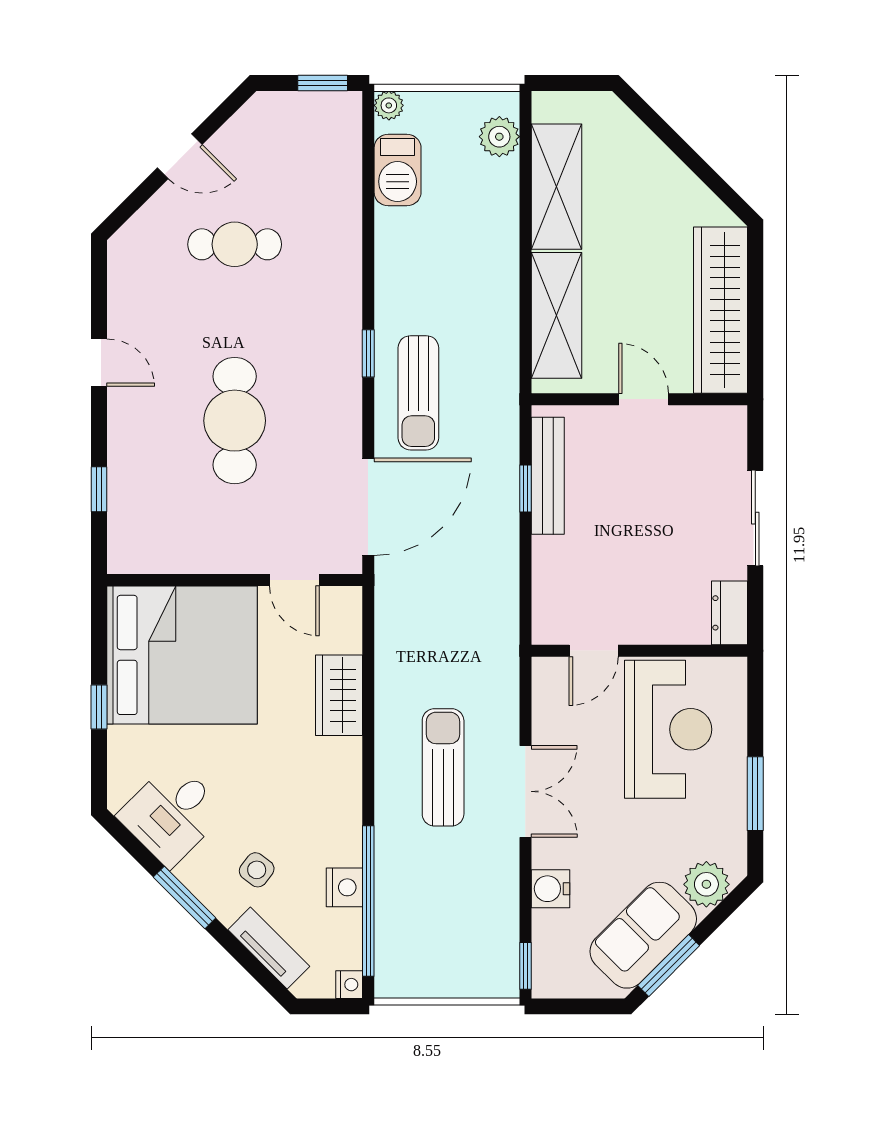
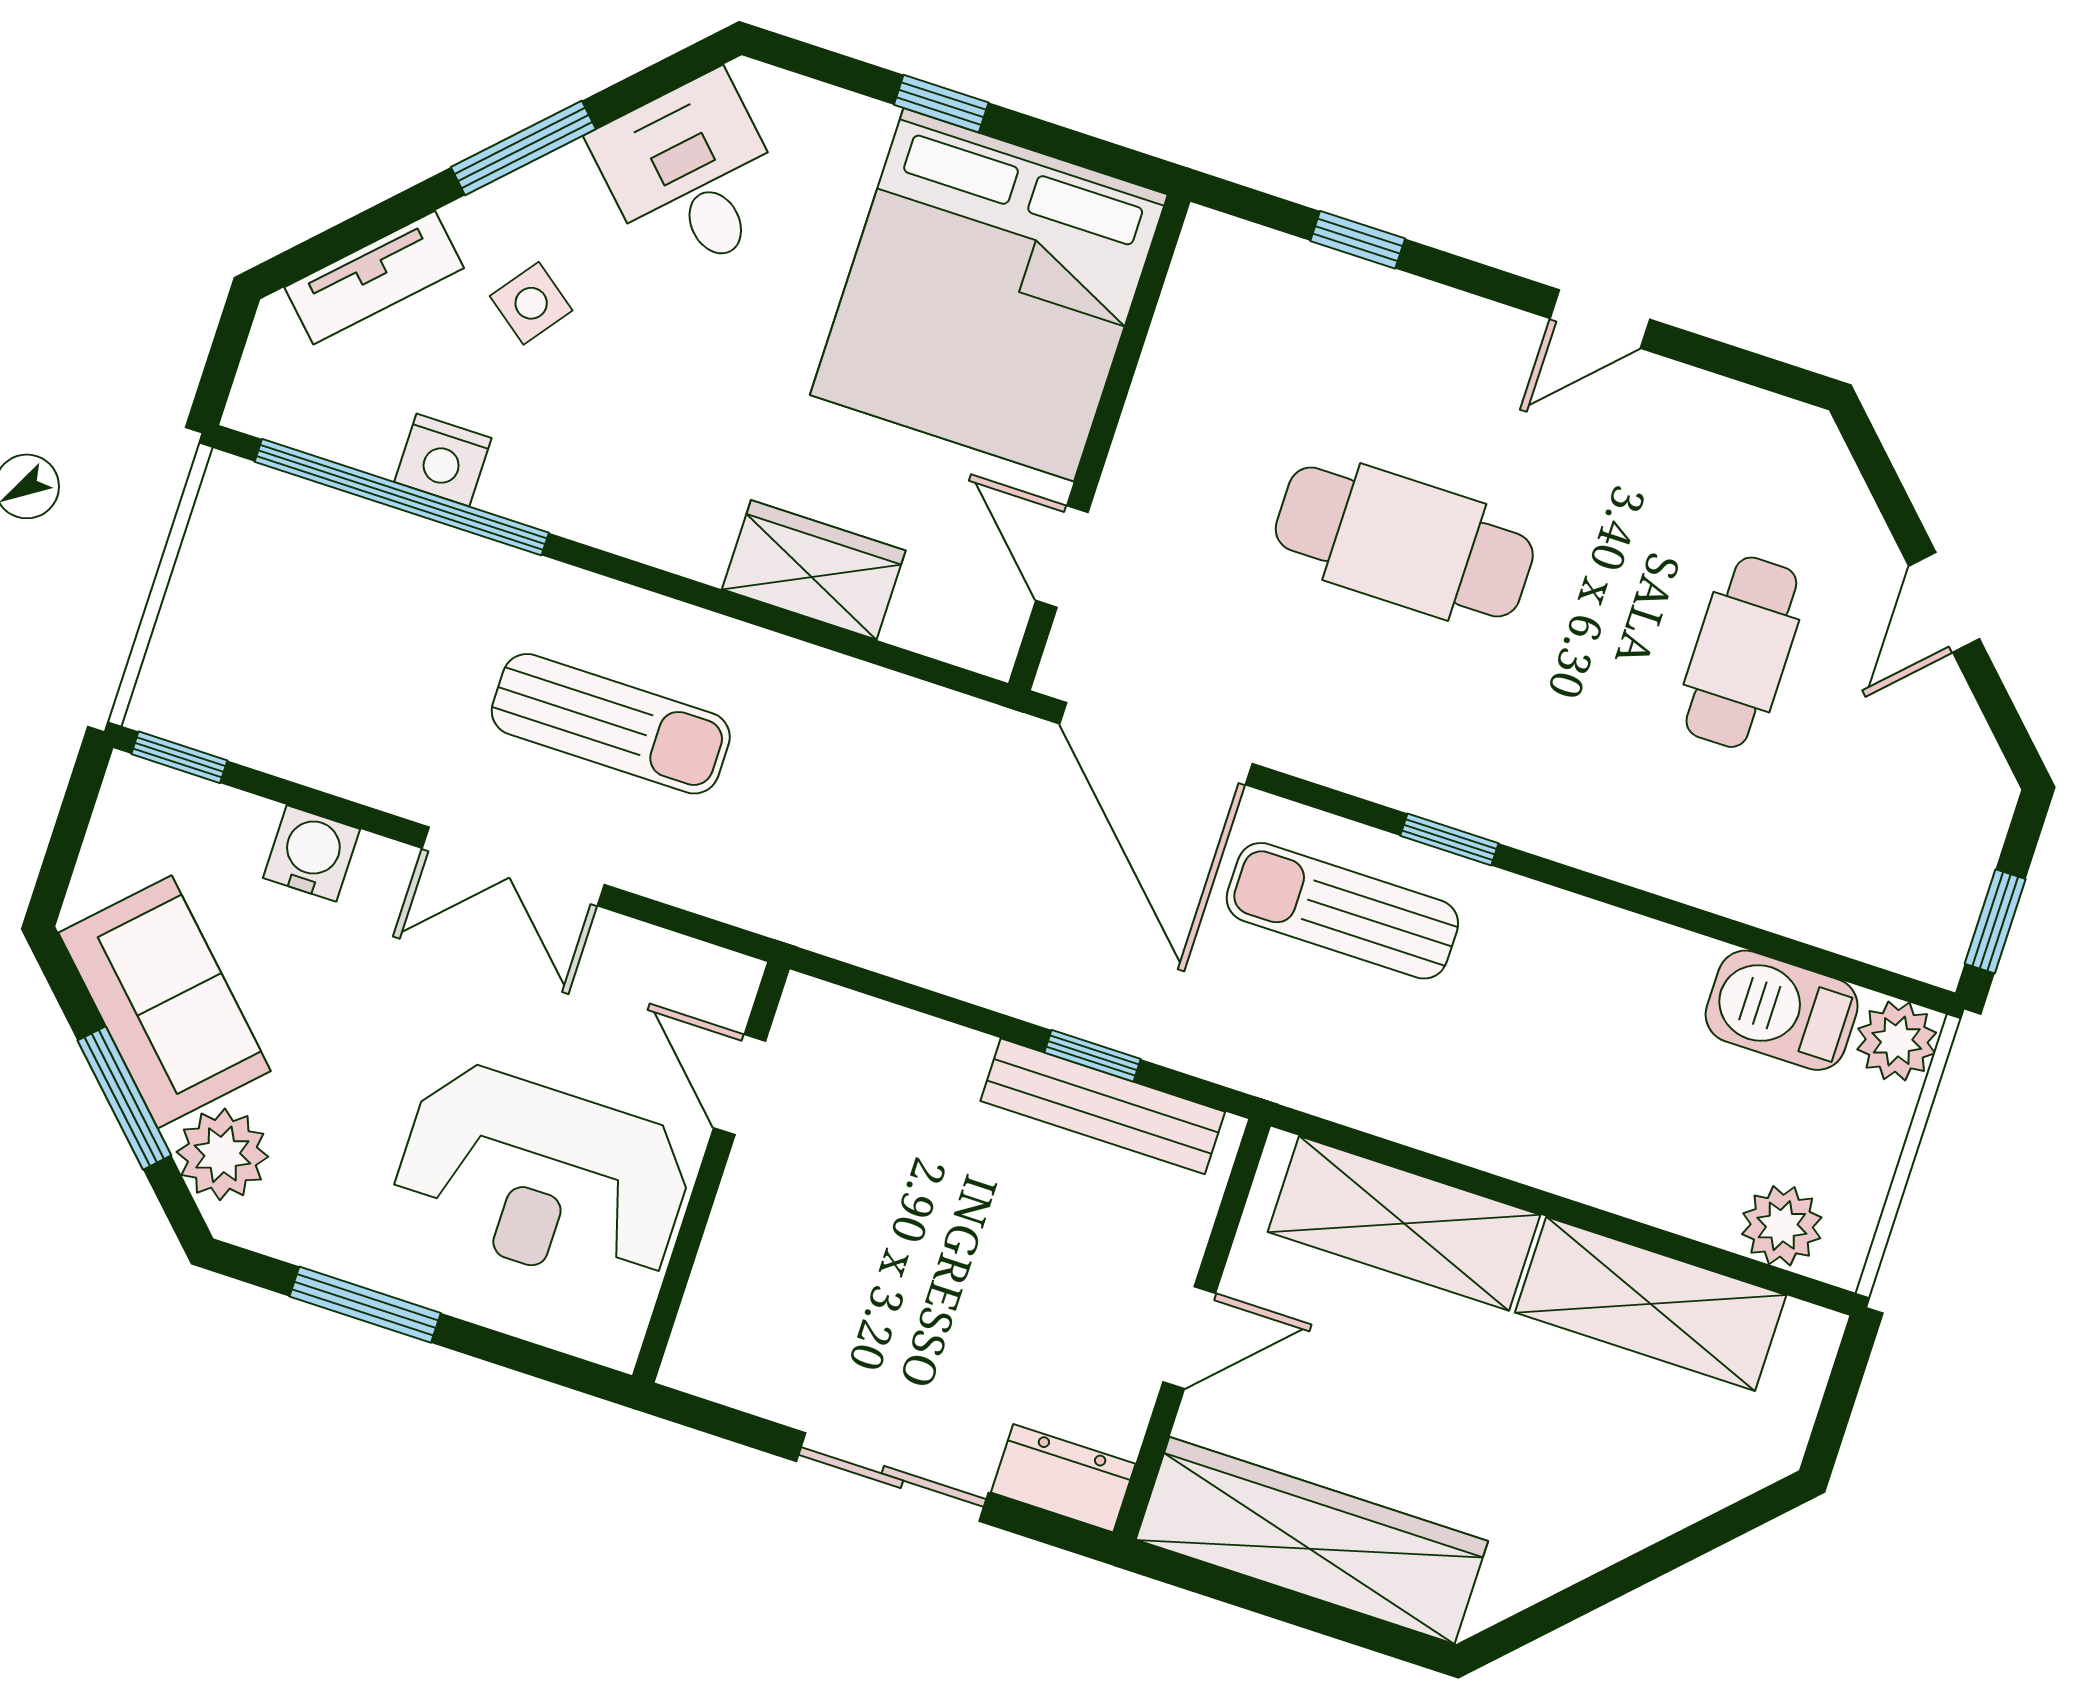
plant: (389, 105) -> (1897, 1041), width x1.38, depth x1.38
door: (294, 580) -> (1062, 557), hinge flipped
dresser: (729, 613) -> (1063, 1478), moved
window: (669, 965) -> (124, 1098), moved
nightstand: (349, 985) -> (254, 408), removed

